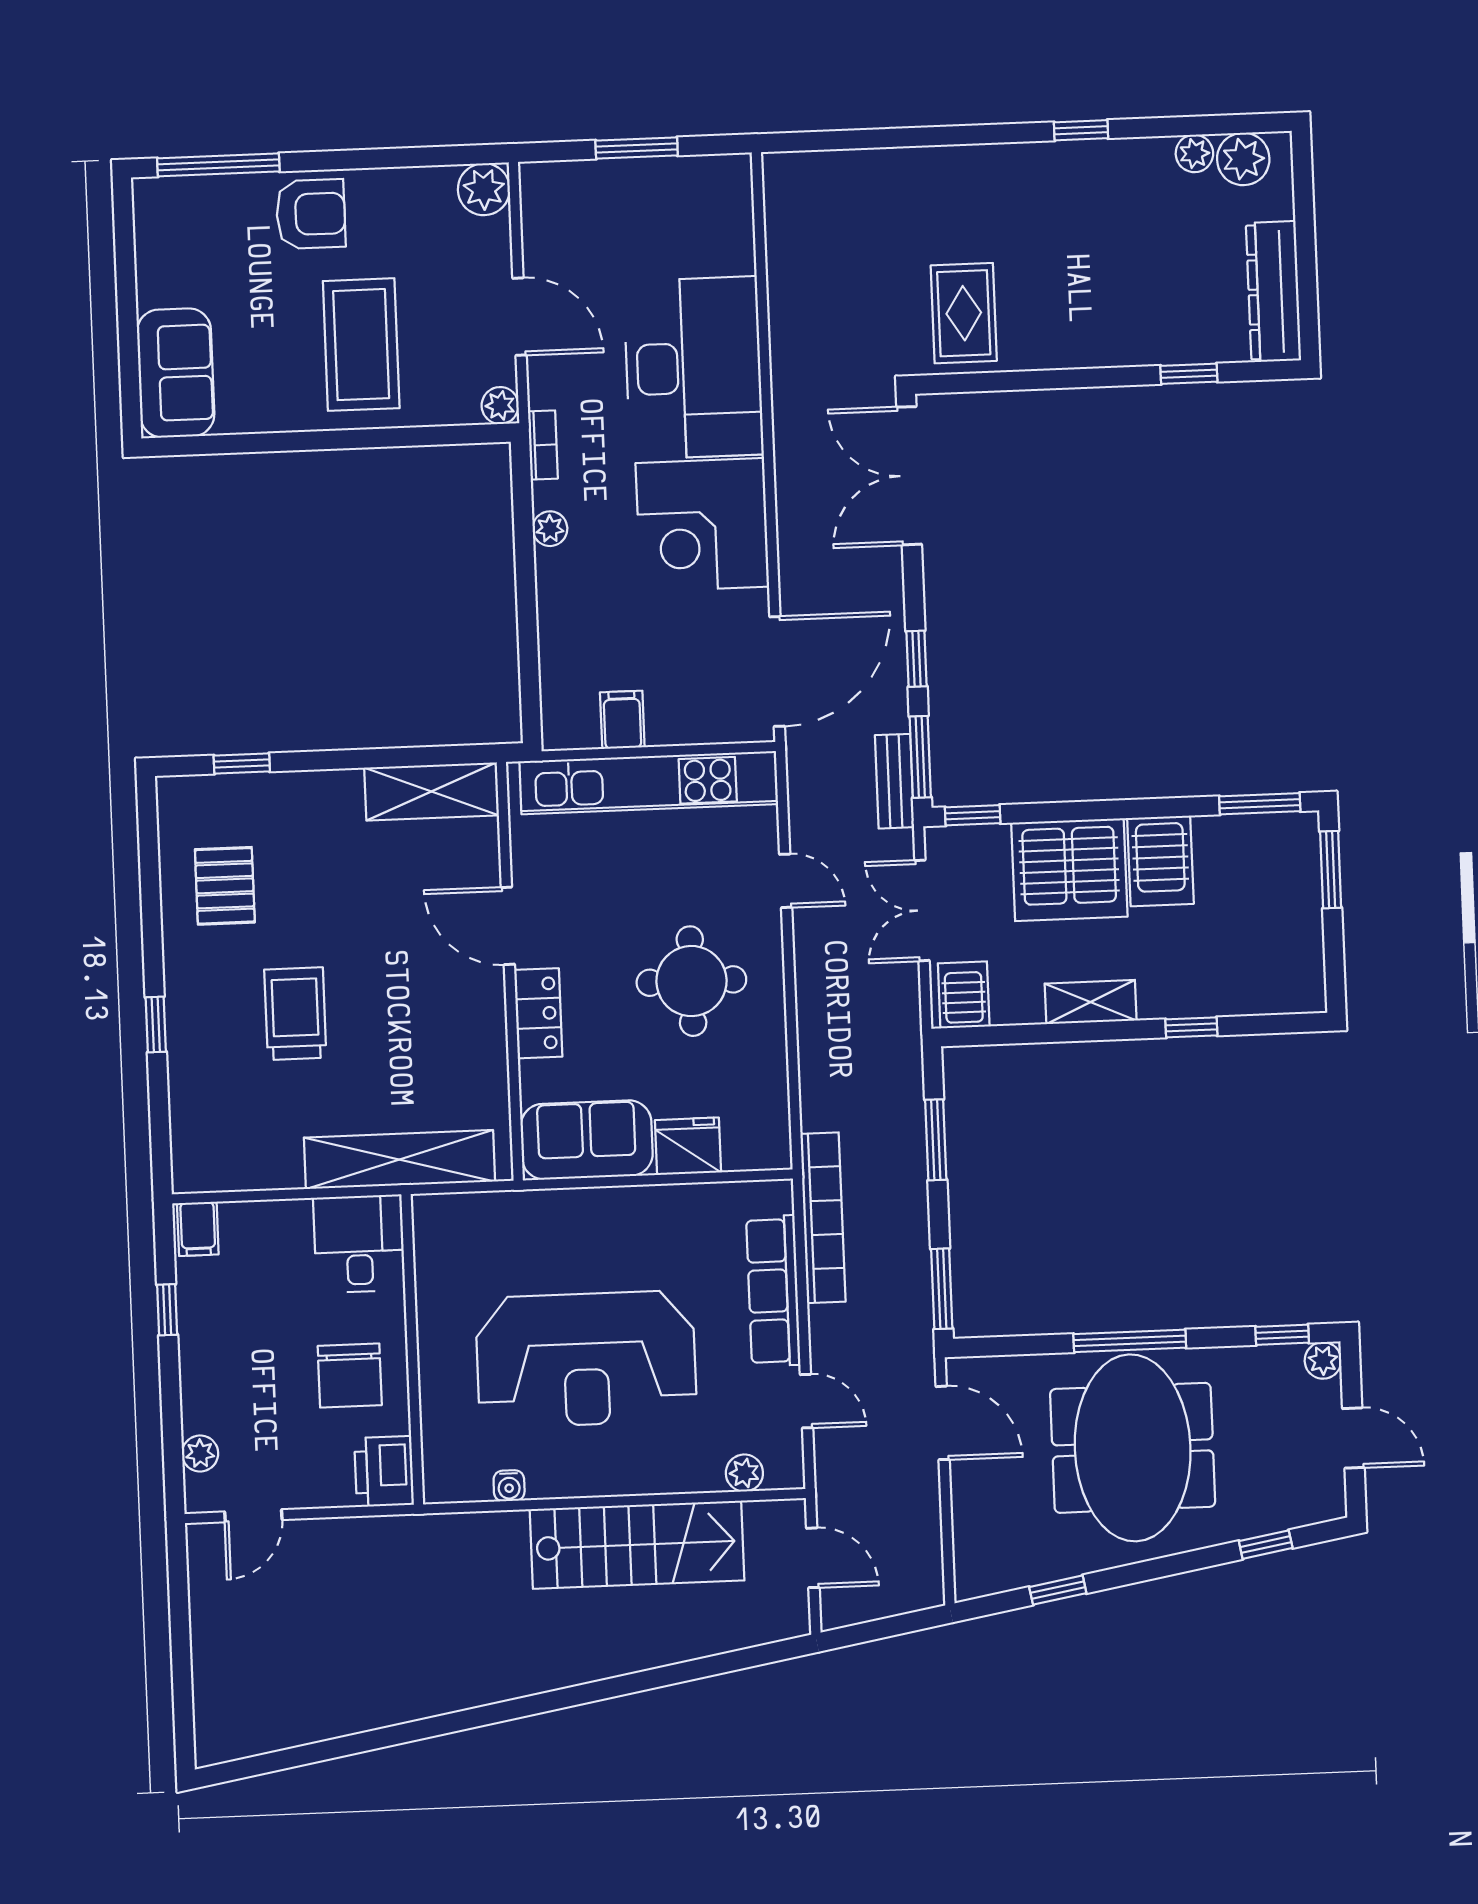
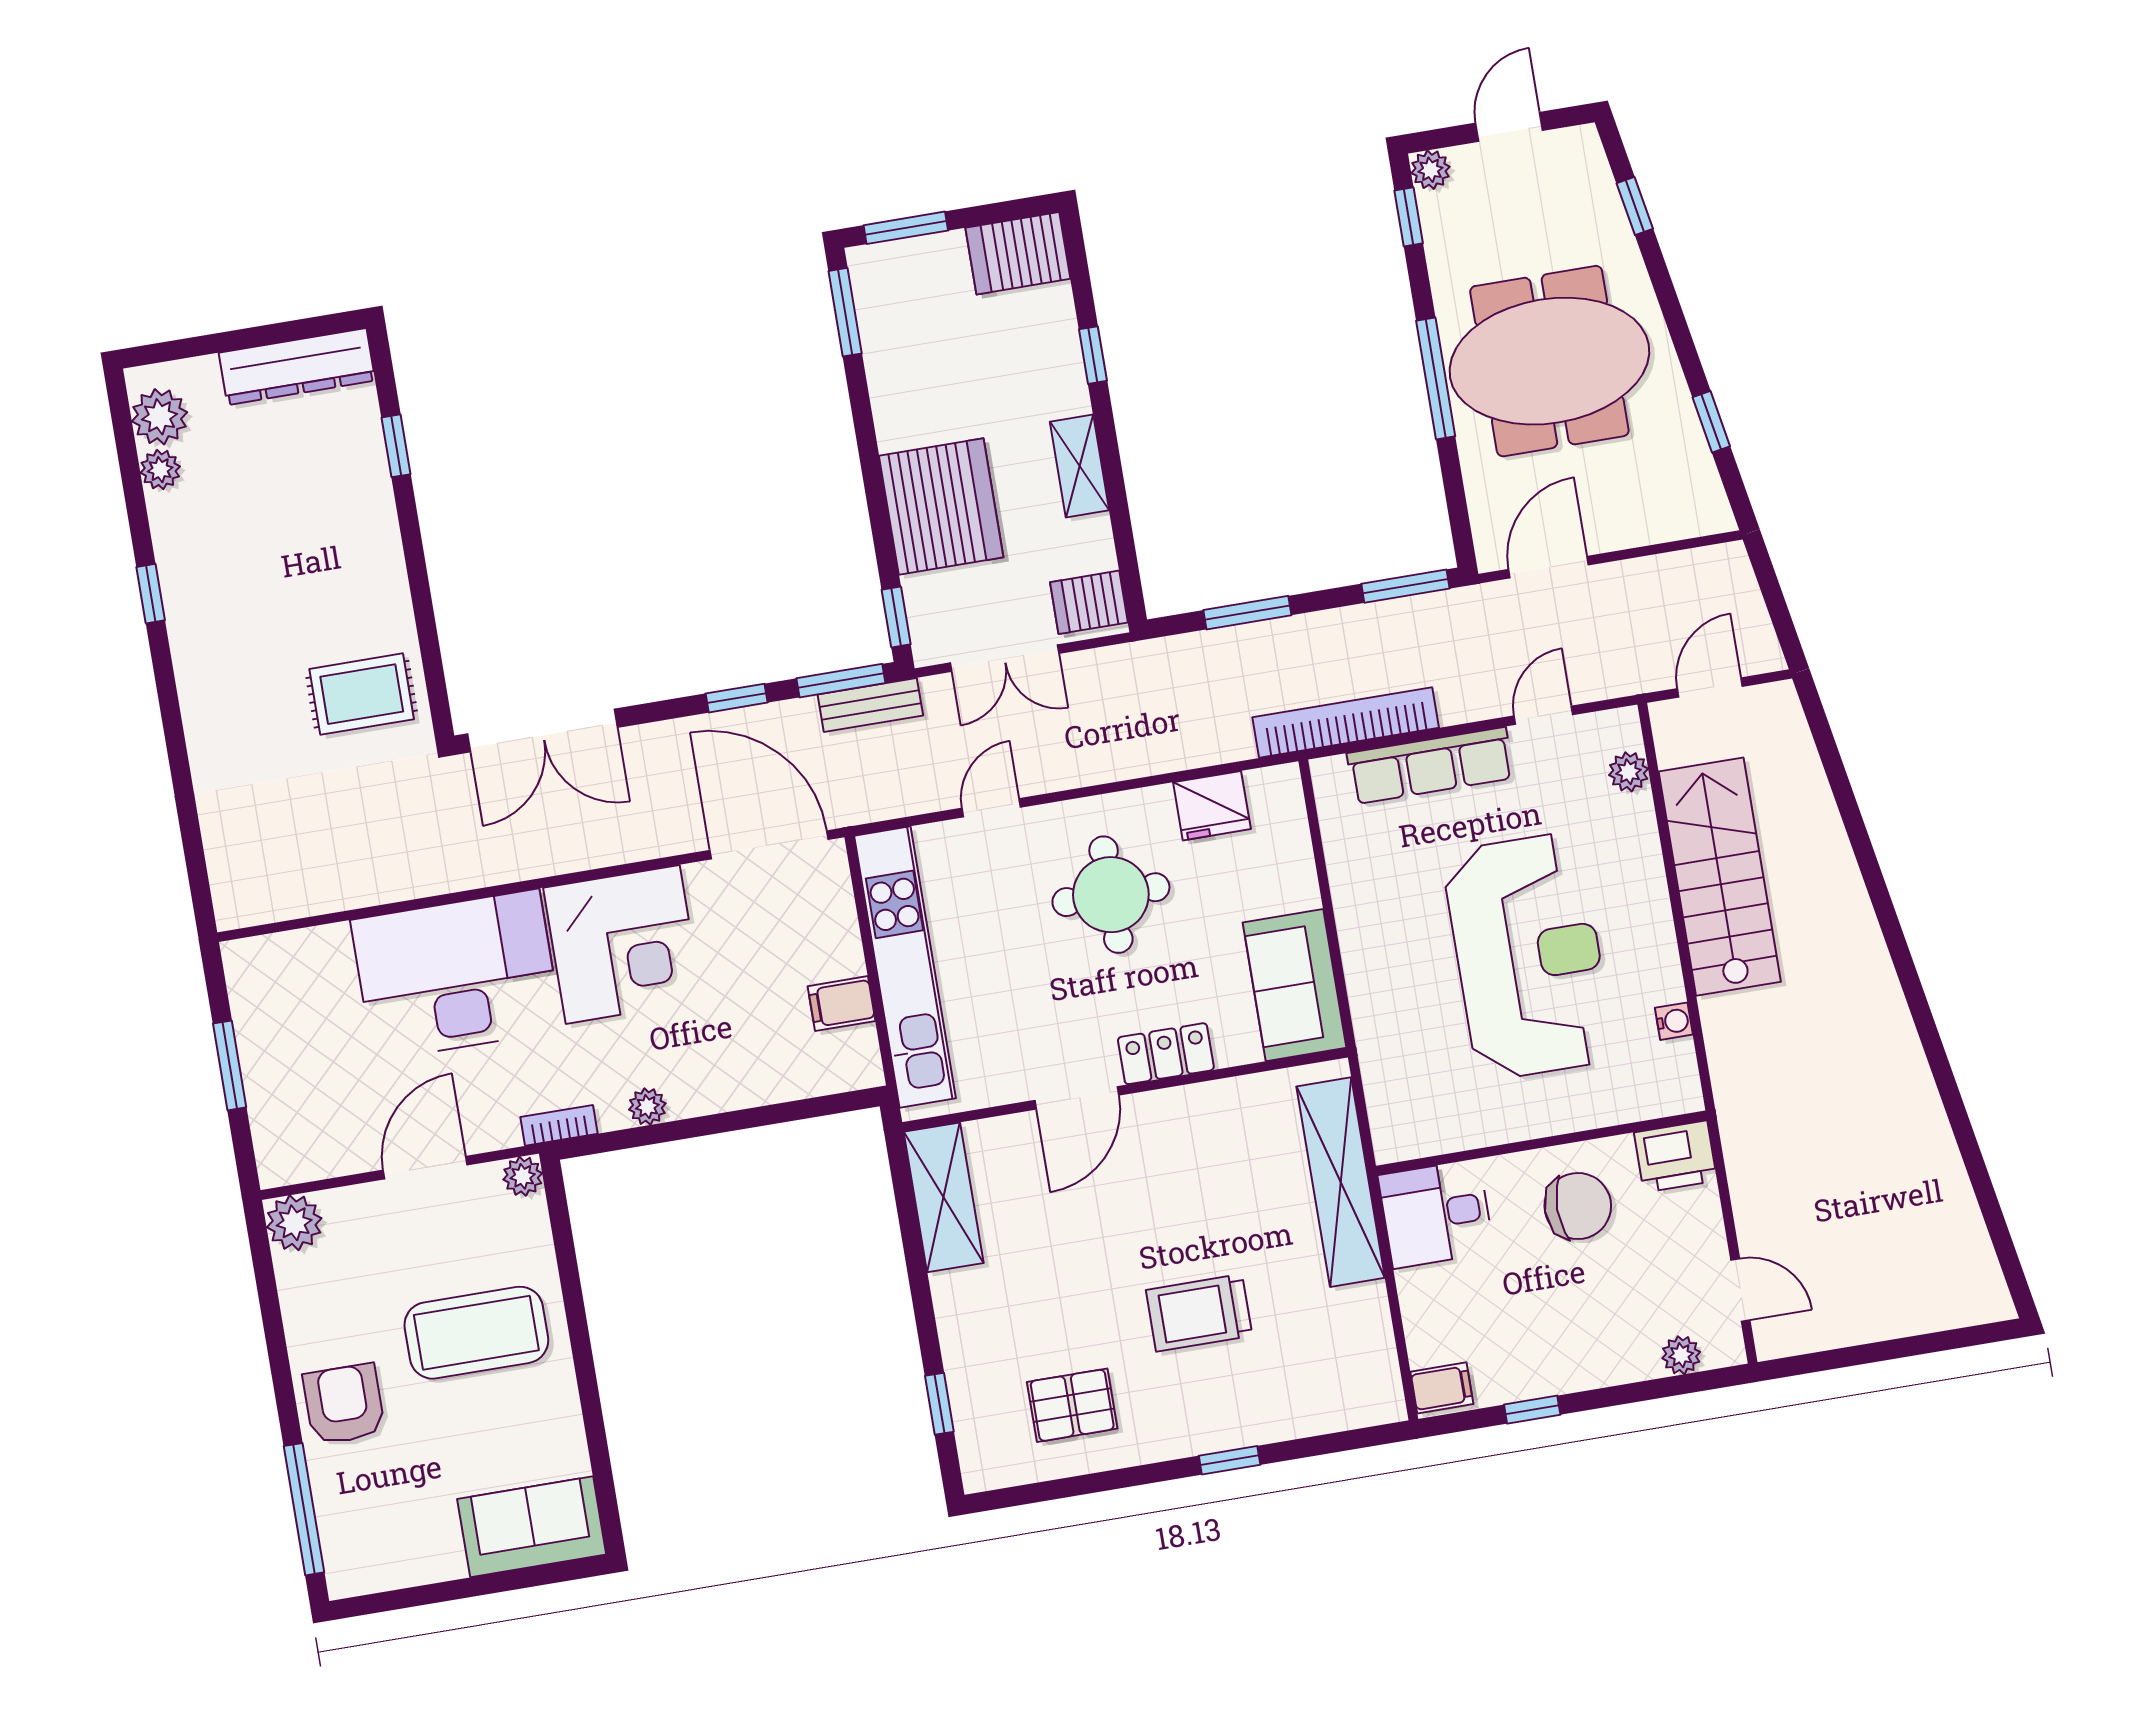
server rack: (1160, 861) -> (1018, 253), moved, turned 180
fridge: (688, 1146) -> (1212, 806), moved, turned -90

